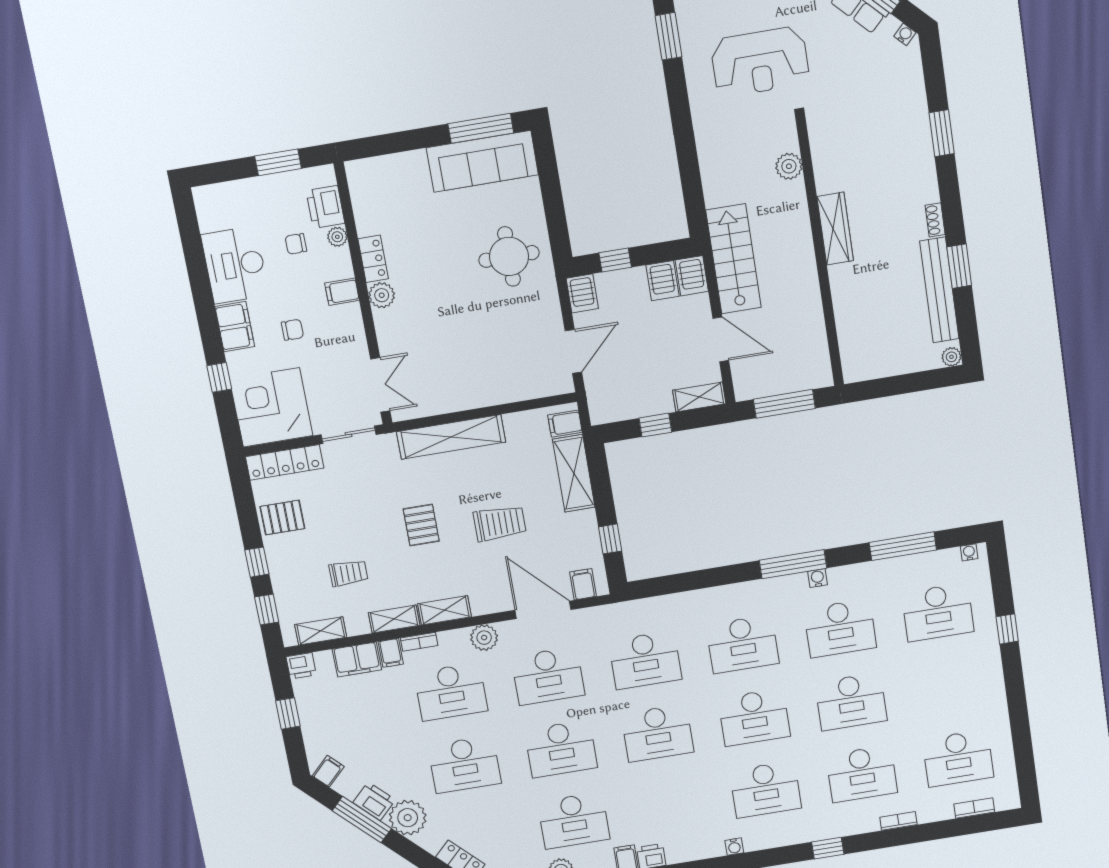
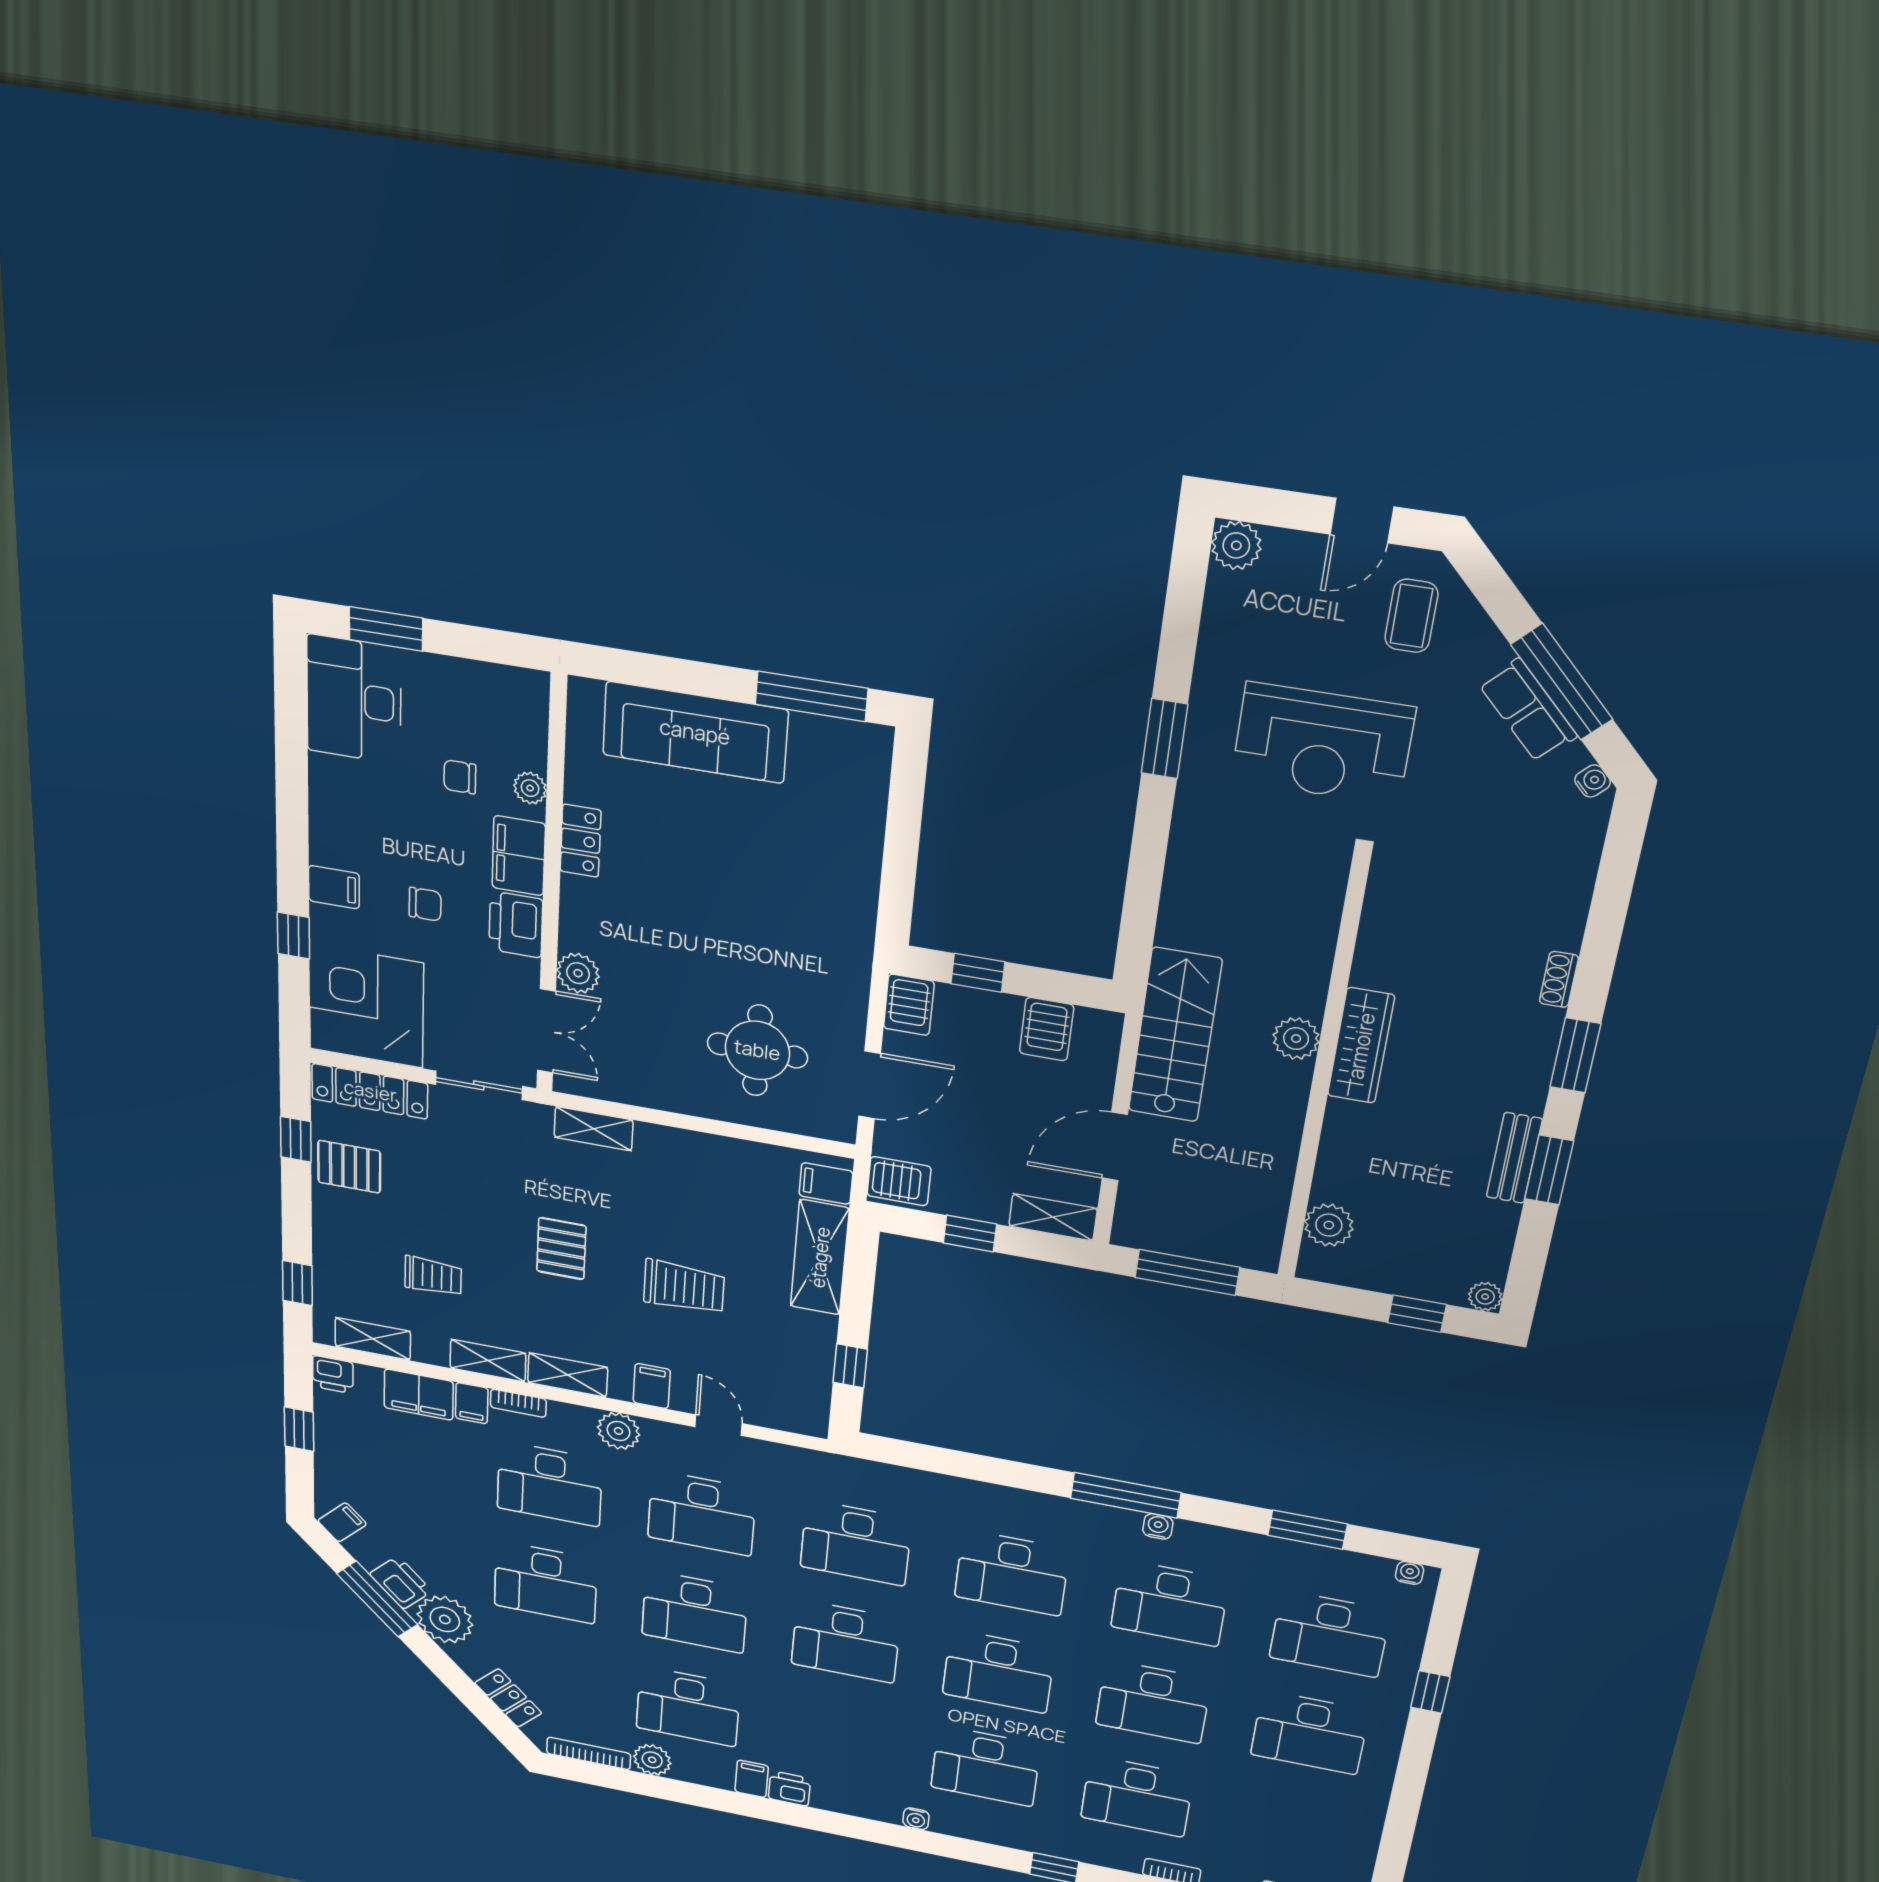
window: (668, 36) -> (1164, 739), moved
window: (942, 133) -> (1575, 1055), moved
sofa: (482, 161) -> (695, 732), moved
window: (278, 162) -> (386, 629), moved
plant: (789, 166) -> (1296, 1039), moved
printer: (325, 207) -> (516, 924), moved
shoe rack: (935, 220) -> (1559, 979), moved
round table: (509, 256) -> (757, 1050), moved
desk: (235, 265) -> (354, 699), moved
server rack: (692, 276) -> (899, 1181), moved, turned -90
bench: (939, 290) -> (1514, 1158), width x0.54, depth x0.82
filing cabinet: (342, 292) -> (519, 856), width x2.00
plant: (382, 295) -> (578, 973), moved
filing cabinet: (235, 327) -> (334, 887), width x0.50
door: (721, 339) -> (1115, 1147), swing flipped
plant: (853, 344) -> (1329, 1225), added
window: (918, 382) -> (1417, 1314), added
shelving: (451, 437) -> (594, 1129), width x0.45, depth x0.75
window: (903, 546) -> (1308, 1530), width x0.69
window: (257, 562) -> (296, 1139), moved
filing cabinet: (583, 584) -> (652, 1386), moved
door: (543, 610) -> (718, 1425), width x0.53
desk: (958, 758) -> (1310, 1733), moved

